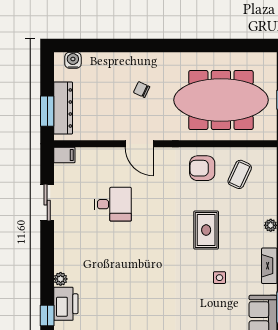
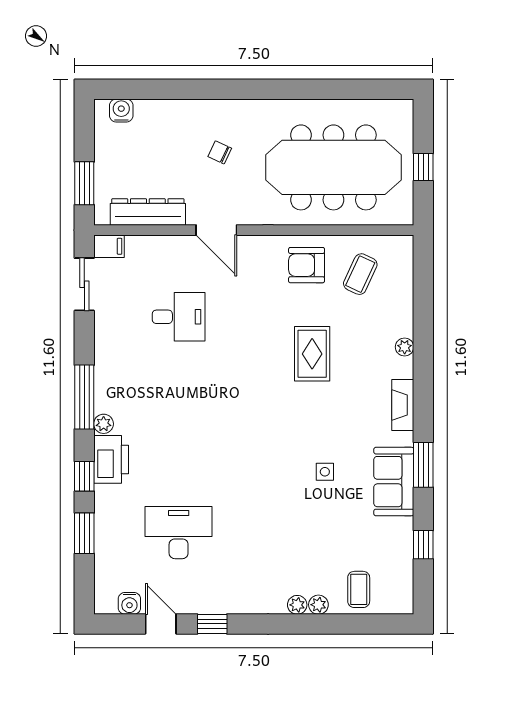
dresser: (63, 108) -> (148, 212), moved, turned -90
sliding door: (47, 203) -> (84, 284), moved
window: (47, 260) -> (84, 397), added
side table: (219, 278) -> (325, 472), moved

